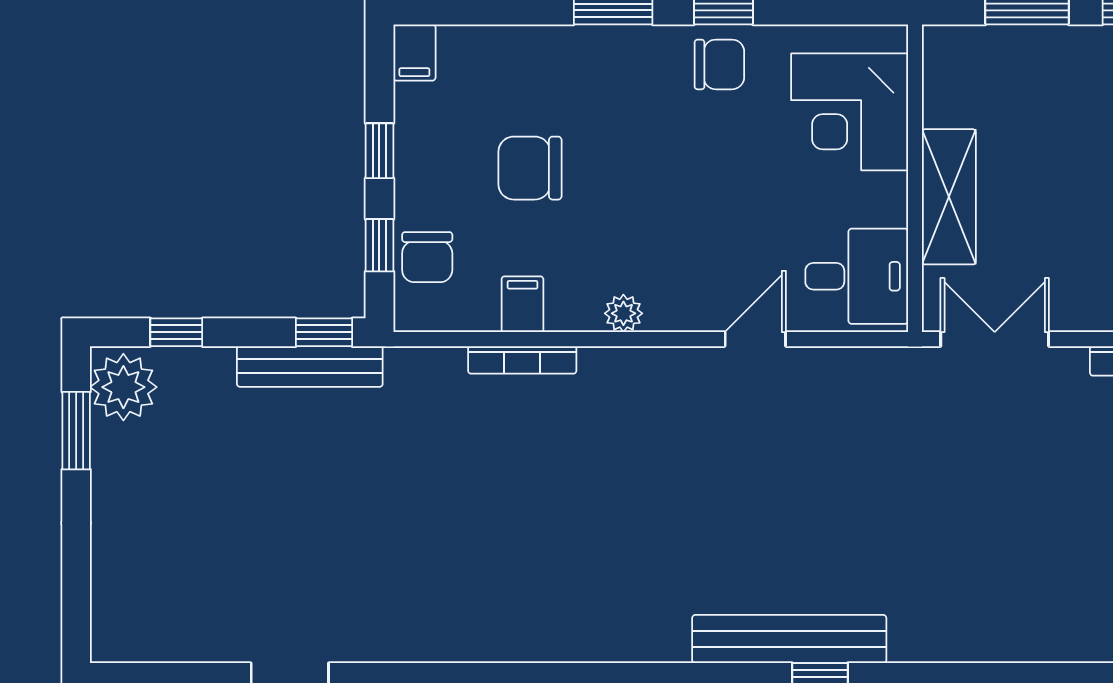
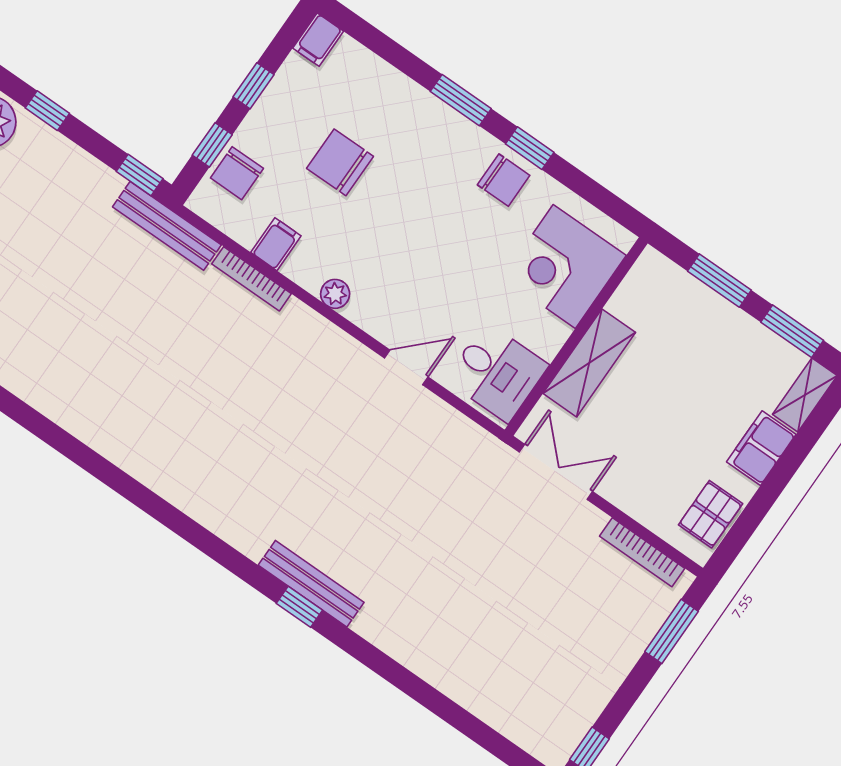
bench: (310, 366) -> (167, 226), moved
bench: (789, 639) -> (311, 584), width x0.73, depth x0.82

